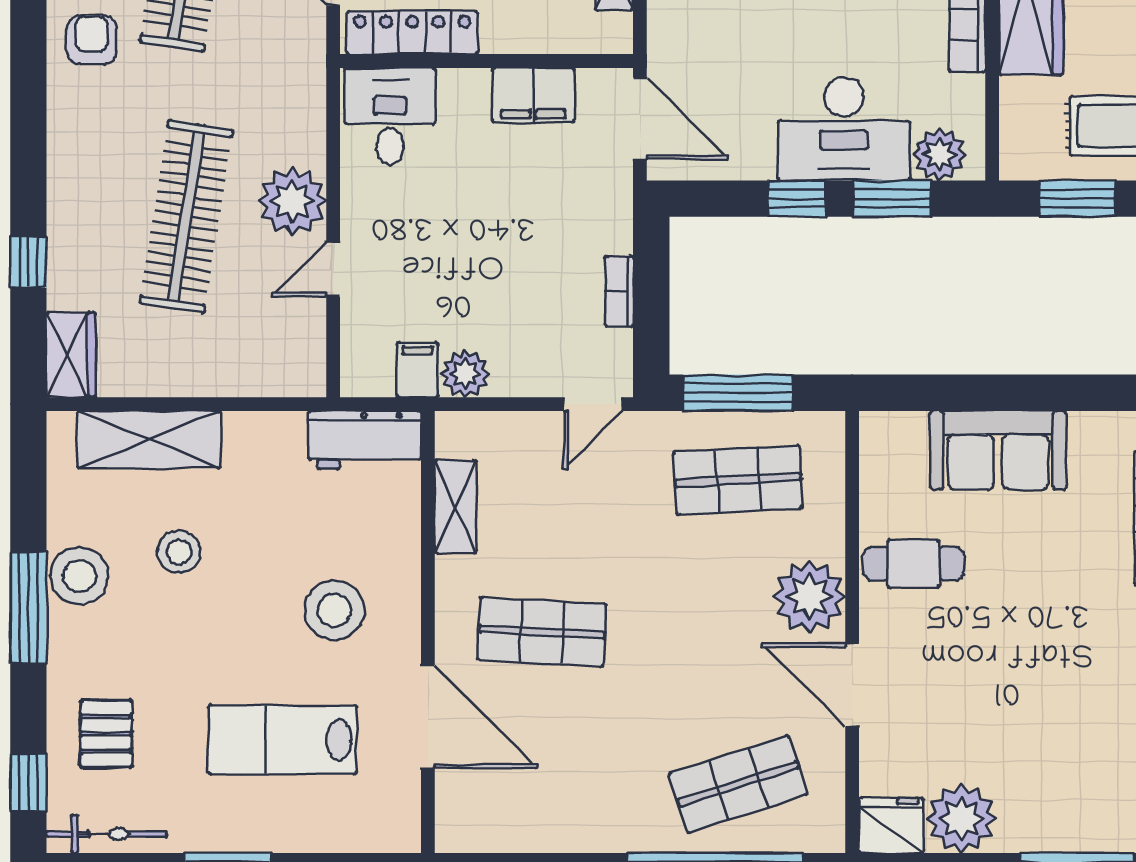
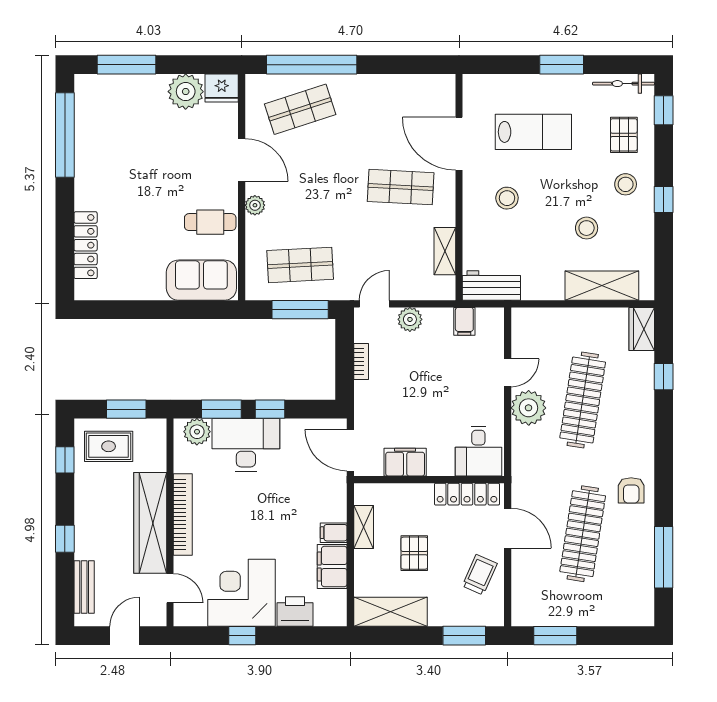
plant: (465, 374) -> (410, 319), moved
sofa: (998, 450) -> (201, 280), moved
stool: (80, 576) -> (626, 184), moved, width x0.73, depth x0.73
plant: (809, 597) -> (255, 205), width x0.53, depth x0.53
window: (28, 608) -> (664, 199), width x0.46
stool: (334, 610) -> (507, 198), width x0.73, depth x0.73

